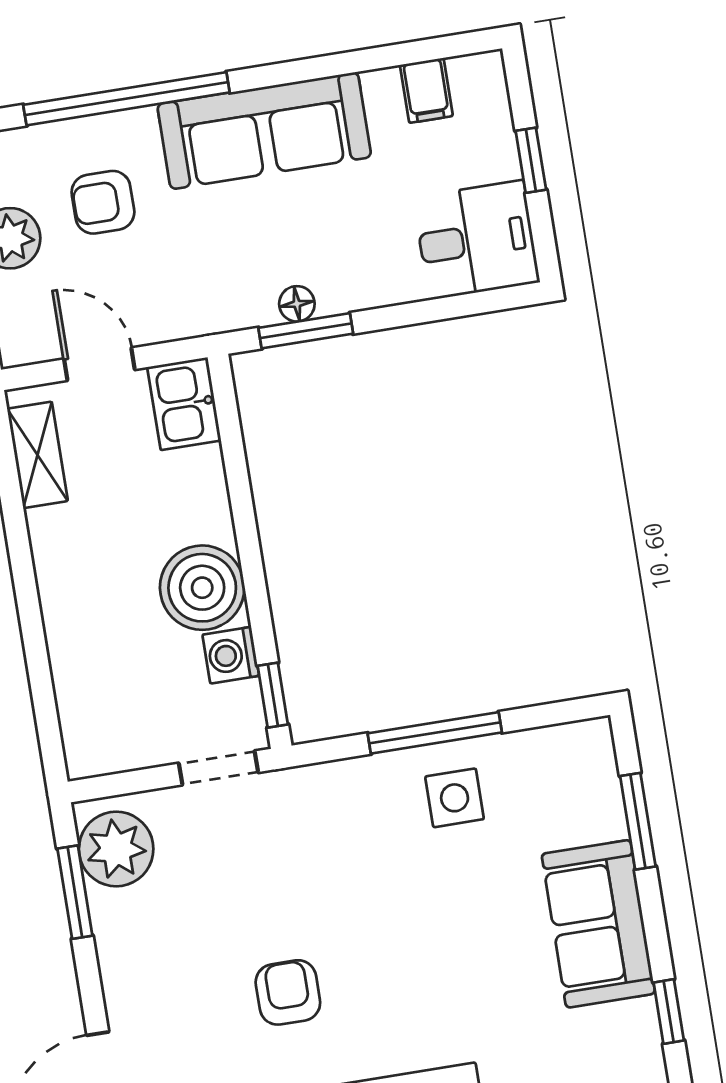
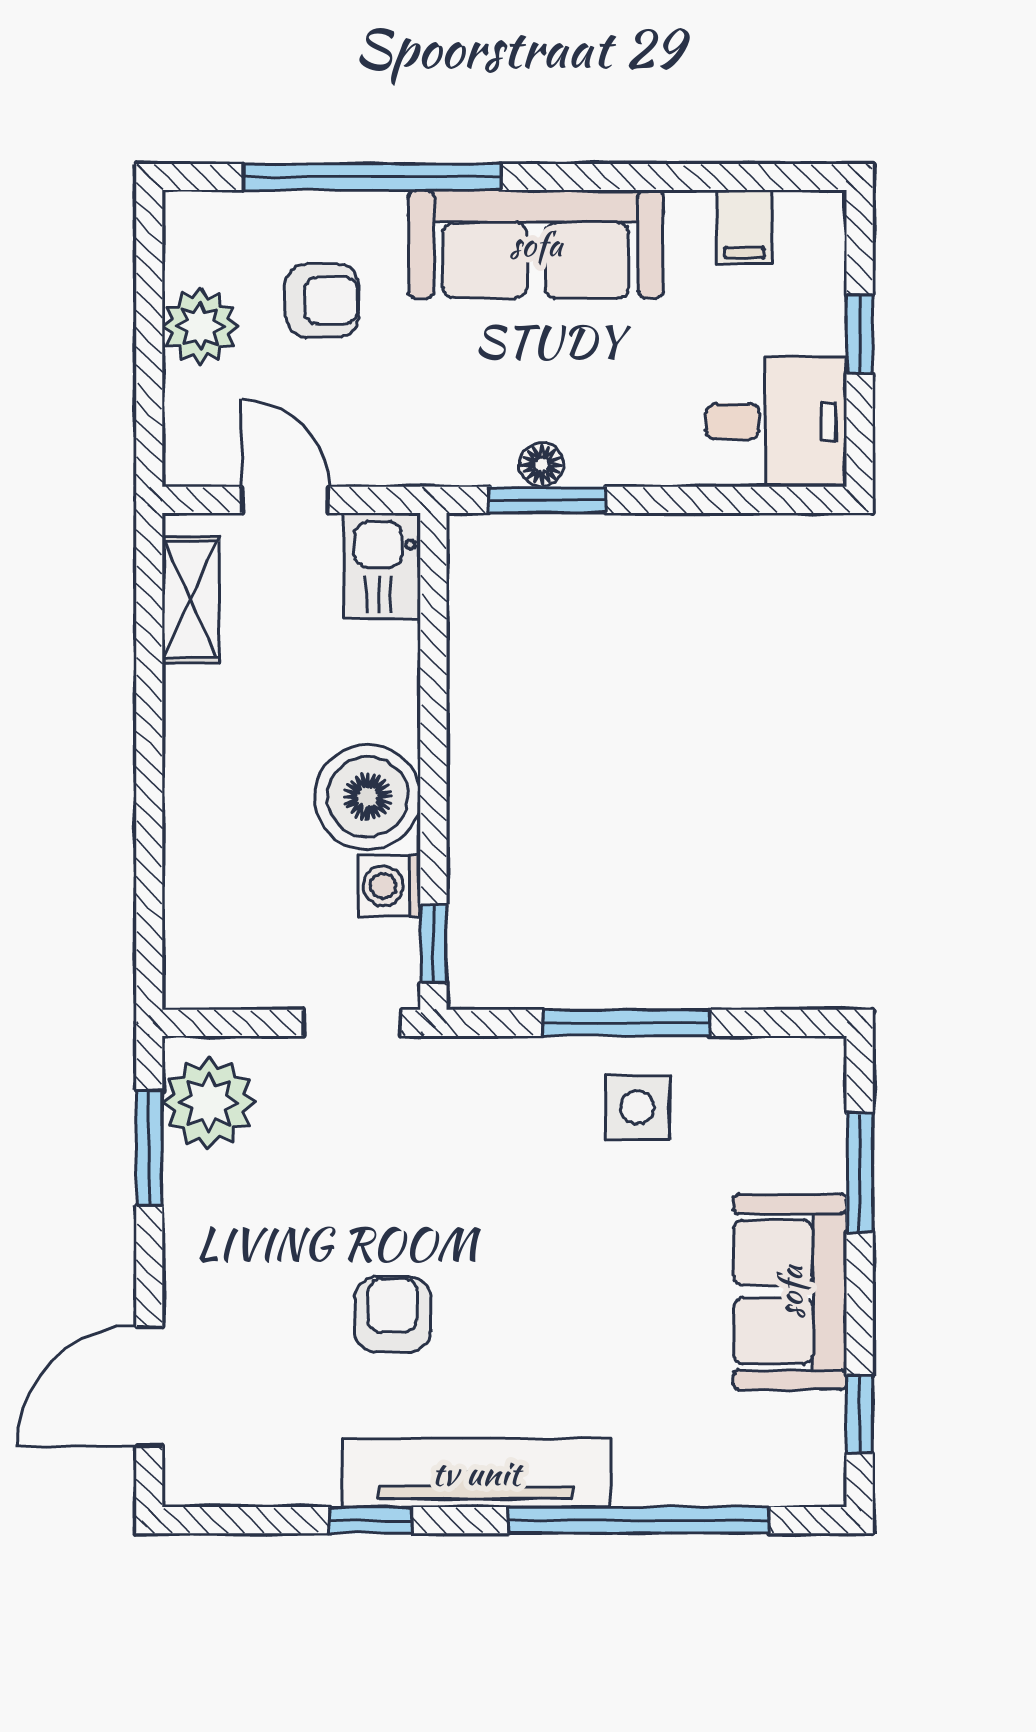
armchair: (103, 202) -> (322, 300), turned 180

